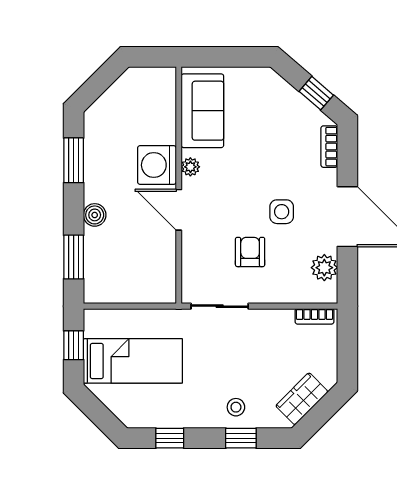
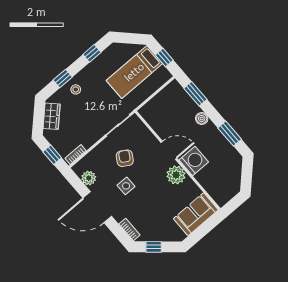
sofa: (202, 111) -> (196, 214), moved, turned 90
plant: (190, 167) -> (176, 175), width x1.87, depth x1.87
armchair: (250, 252) -> (125, 158), turned -149
window: (347, 344) -> (52, 155), added

